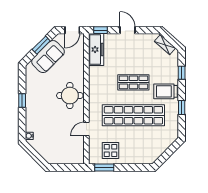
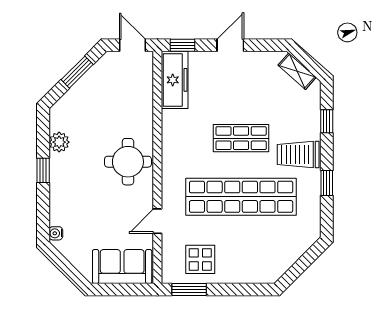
door: (72, 30) -> (132, 45), swing flipped
door: (127, 30) -> (230, 45), hinge flipped
sofa: (48, 57) -> (122, 267), moved, turned -135
plant: (31, 84) -> (59, 142), added

